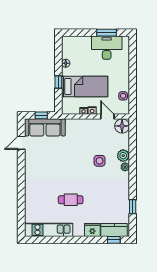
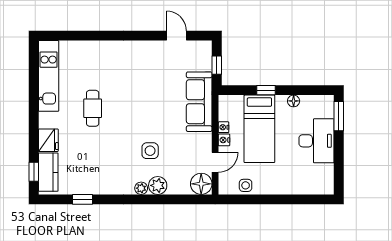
window: (106, 33) -> (339, 116), moved
desk: (107, 48) -> (316, 141), moved
sofa: (45, 127) -> (199, 102), moved

